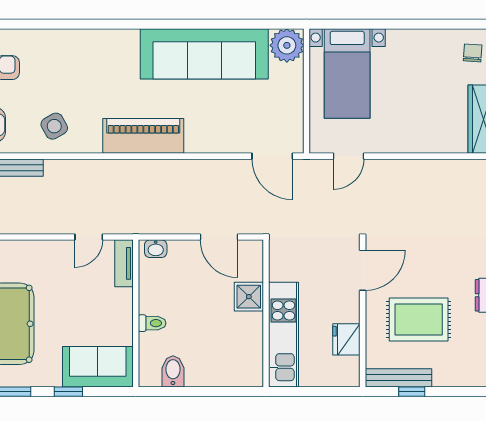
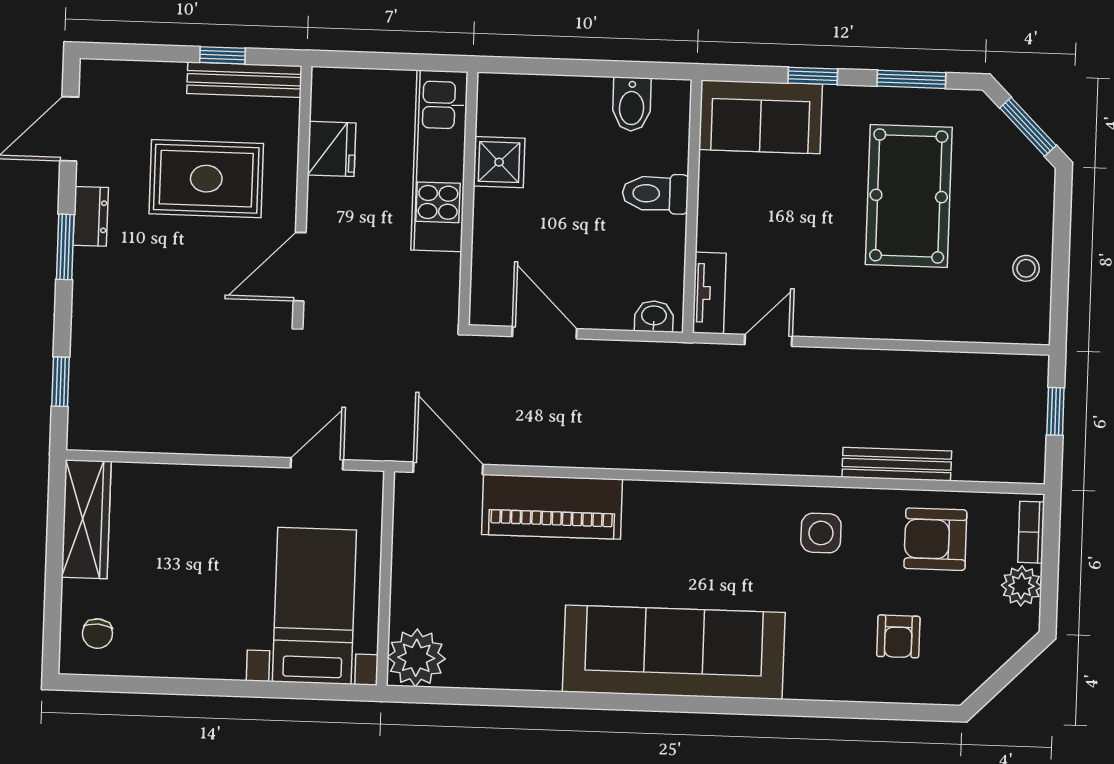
sofa: (204, 54) -> (674, 652), moved
side table: (54, 126) -> (821, 533), turned 30
piano: (143, 136) -> (552, 507), moved
shower: (249, 297) -> (499, 162), moved
toilet: (152, 323) -> (655, 194), width x1.37, depth x1.39

